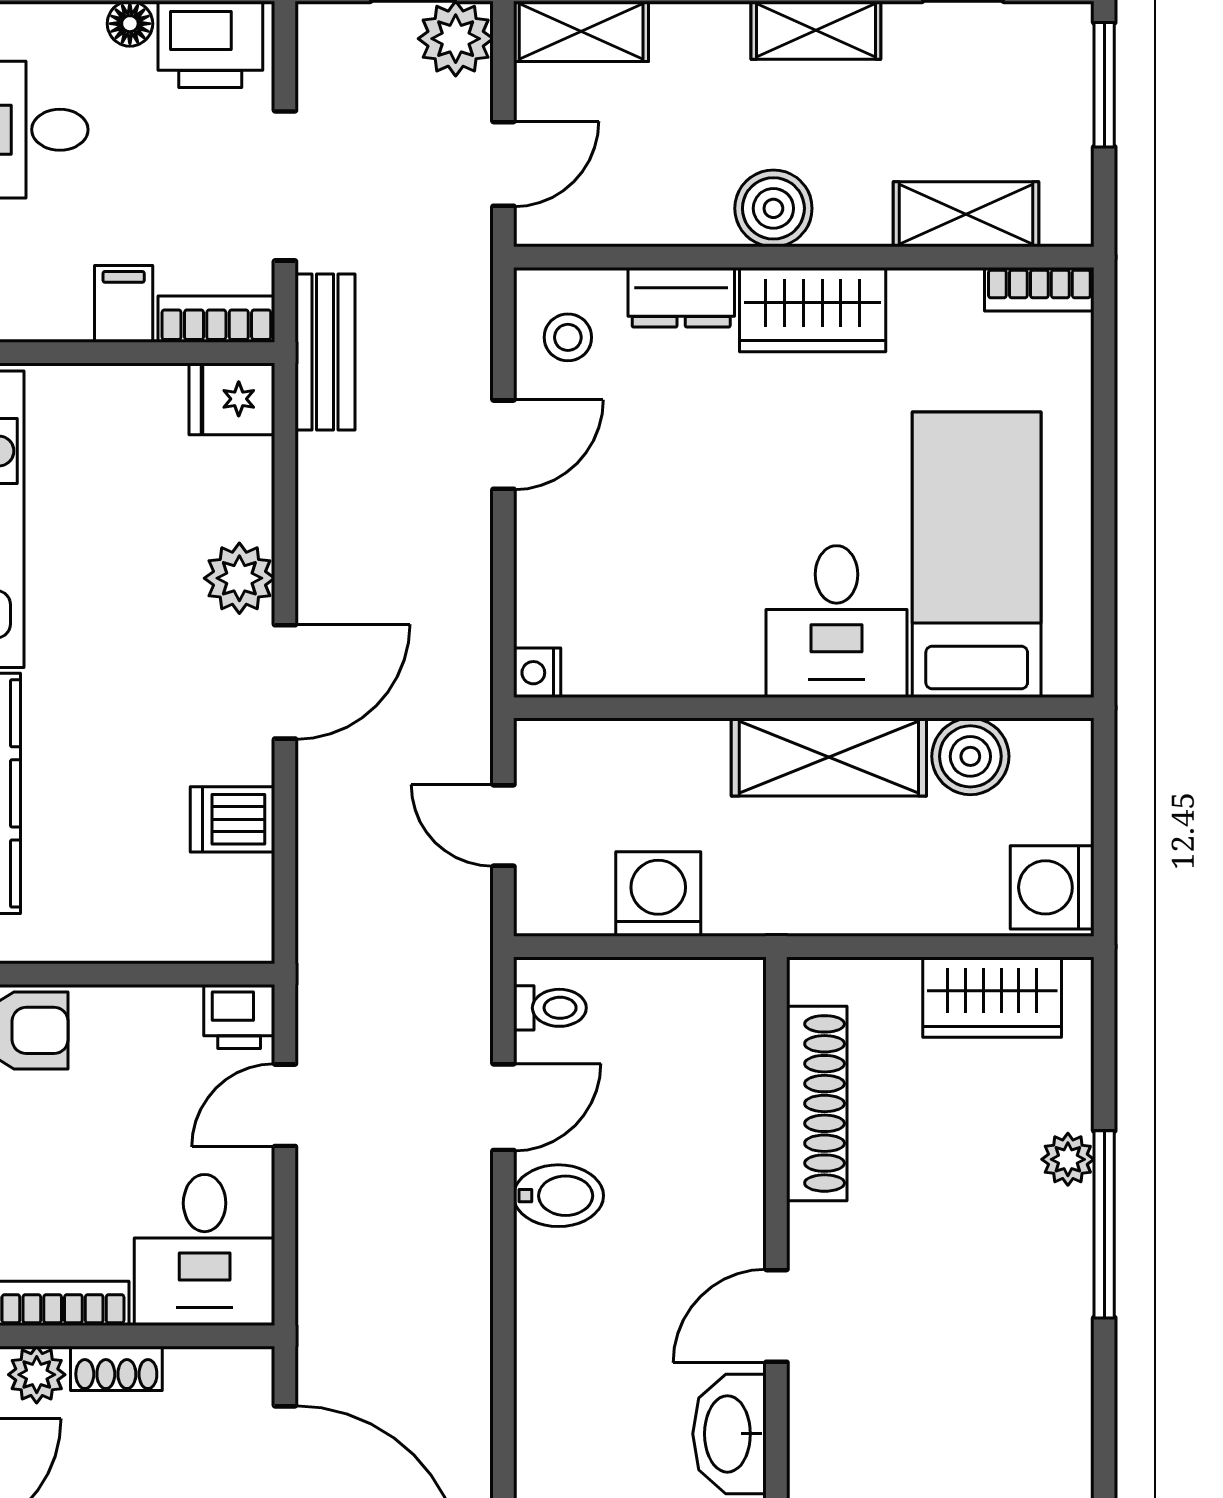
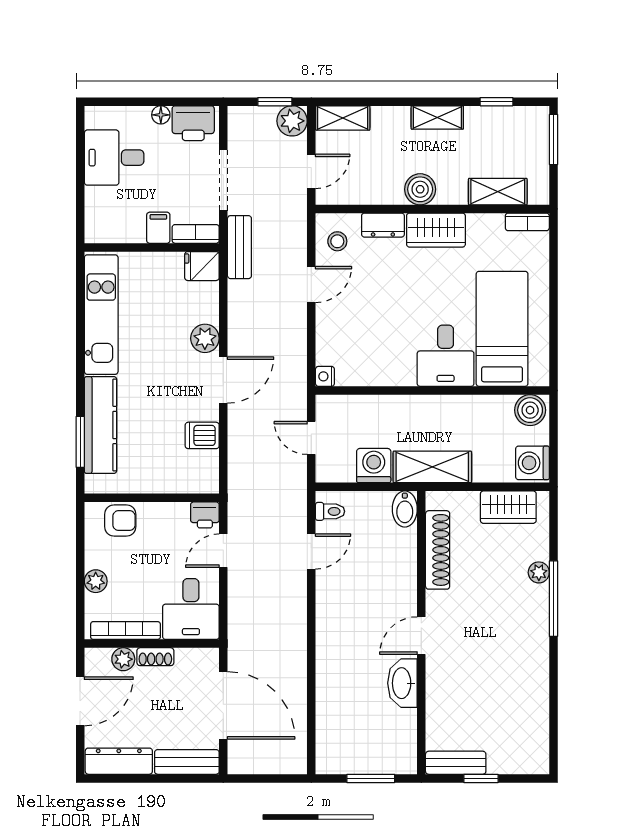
boiler: (970, 756) -> (530, 410), moved
shelving: (829, 757) -> (432, 467), moved
bidet: (558, 1196) -> (405, 509), moved, turned 90

